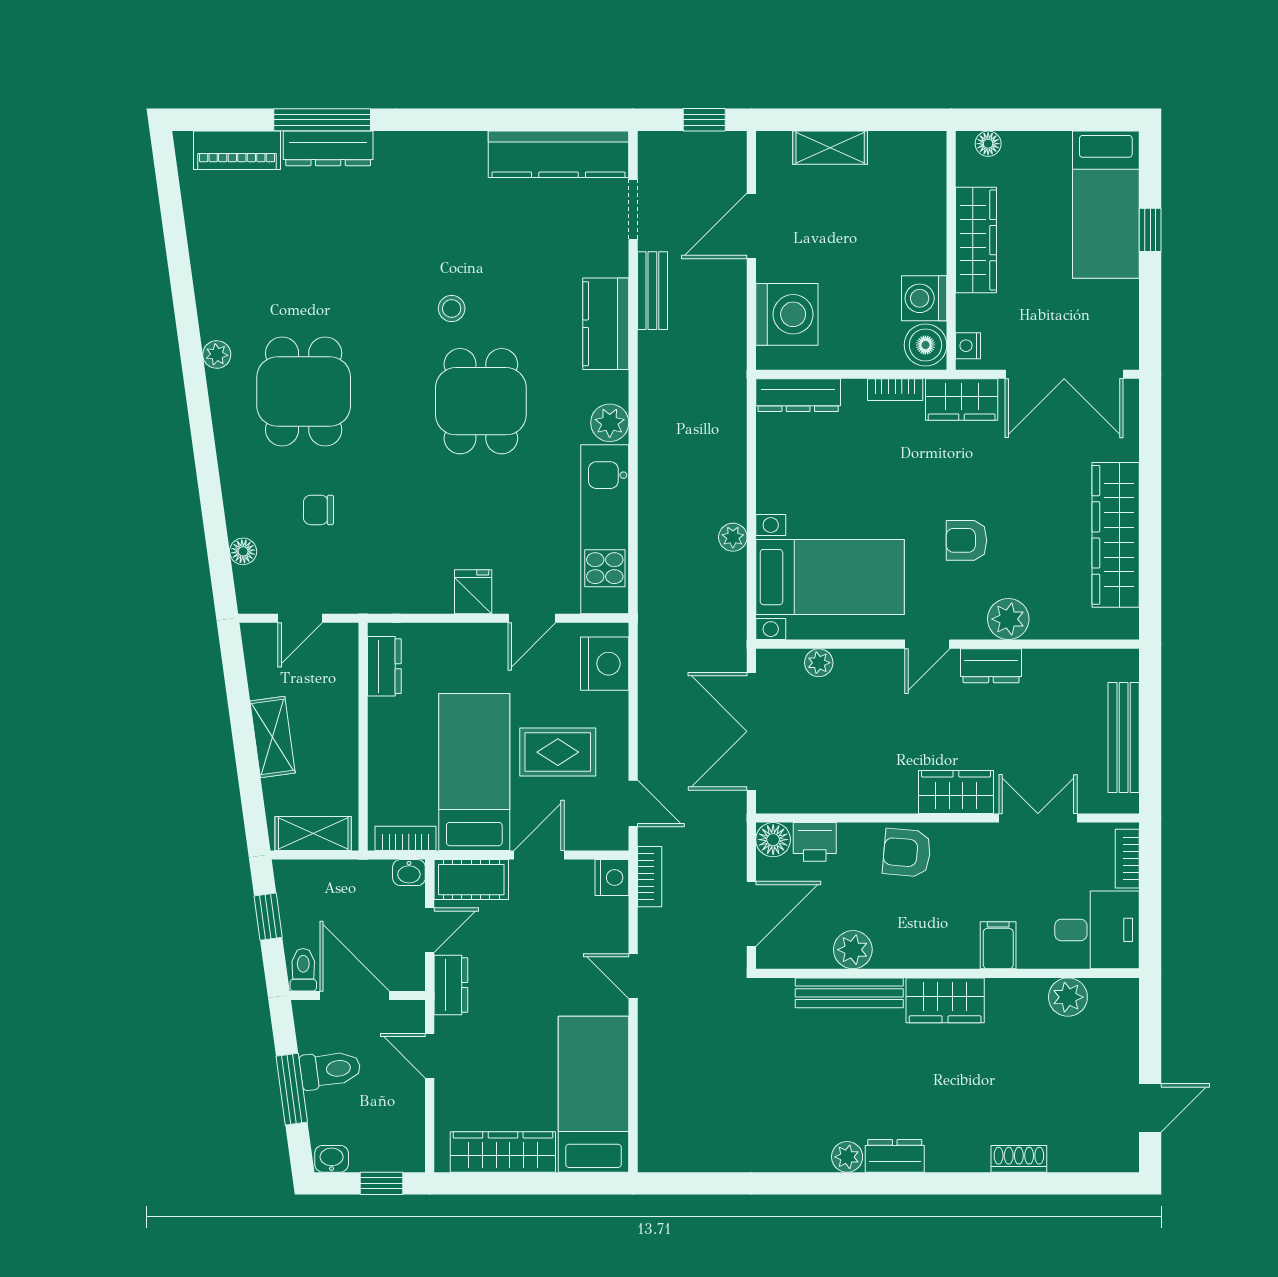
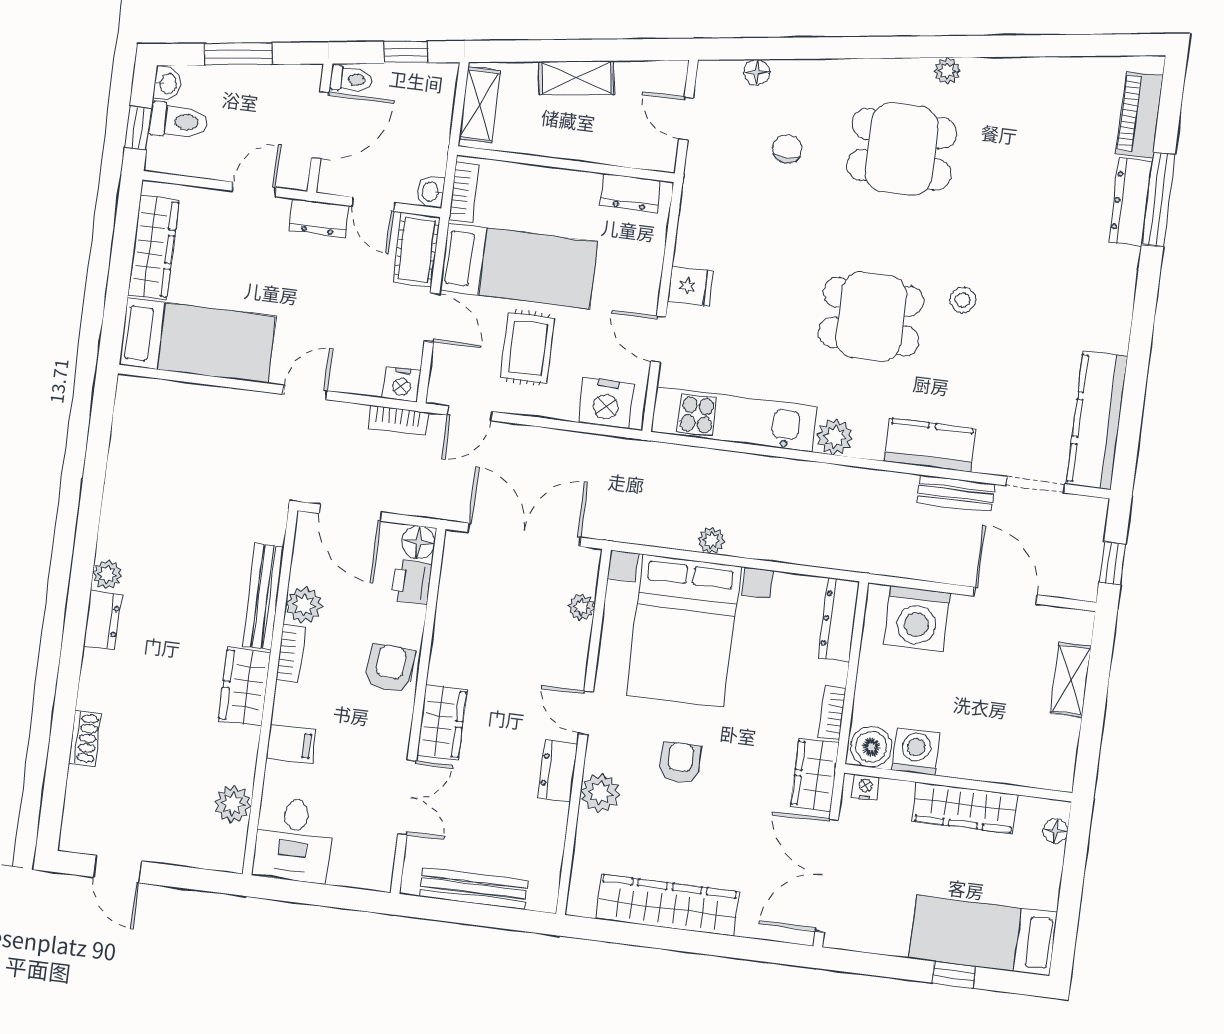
bed with nightstands: (830, 577) -> (683, 631), width x1.36
bookcase: (1127, 859) -> (291, 653), moved, turned 90
toilet: (330, 1070) -> (178, 121), moved, turned -82

